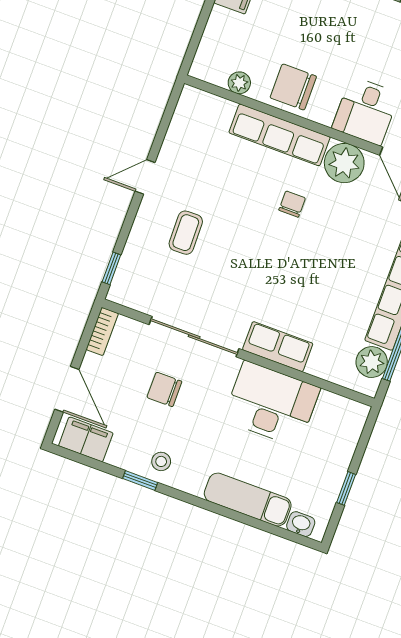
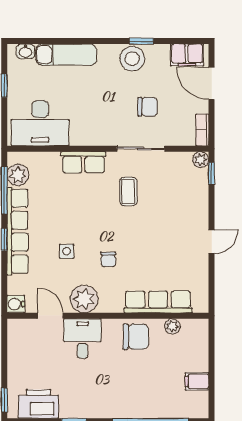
row of seats: (280, 135) -> (158, 302), moved
coffee table: (186, 233) -> (128, 191), moved
side table: (344, 236) -> (67, 251), added
plant: (119, 292) -> (201, 160), added
sliding door: (194, 337) -> (141, 149), width x0.73
desk: (272, 404) -> (40, 123), moved
stool: (161, 461) -> (132, 59), width x1.89, depth x1.89

